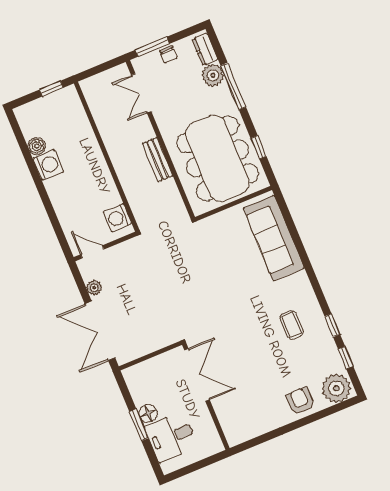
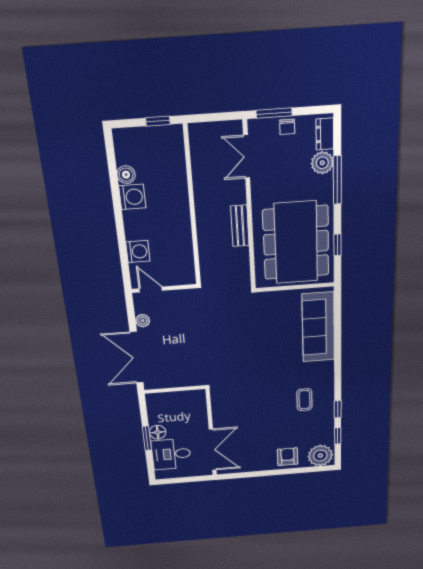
washing machine: (118, 218) -> (138, 251), moved, turned 180
double door: (197, 375) -> (213, 450), moved

